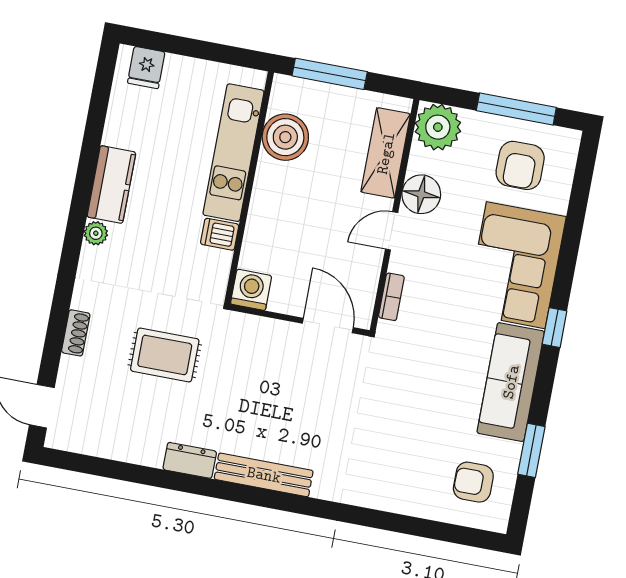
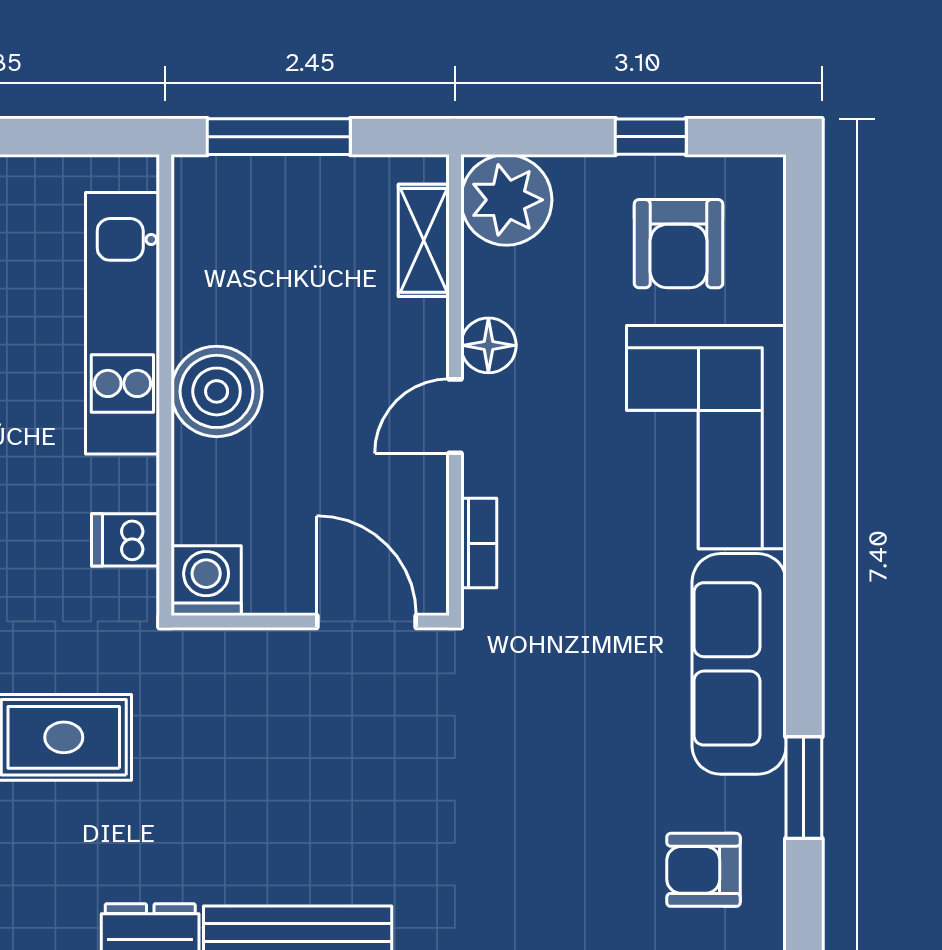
window: (516, 109) -> (651, 137), width x0.46
boiler: (285, 137) -> (217, 391), moved
shelving: (386, 153) -> (424, 240), width x0.67, depth x0.75
floor lamp: (421, 194) -> (488, 345), width x0.73, depth x0.73
dishwasher: (220, 234) -> (125, 540), moved
window: (555, 328) -> (804, 543), removed

